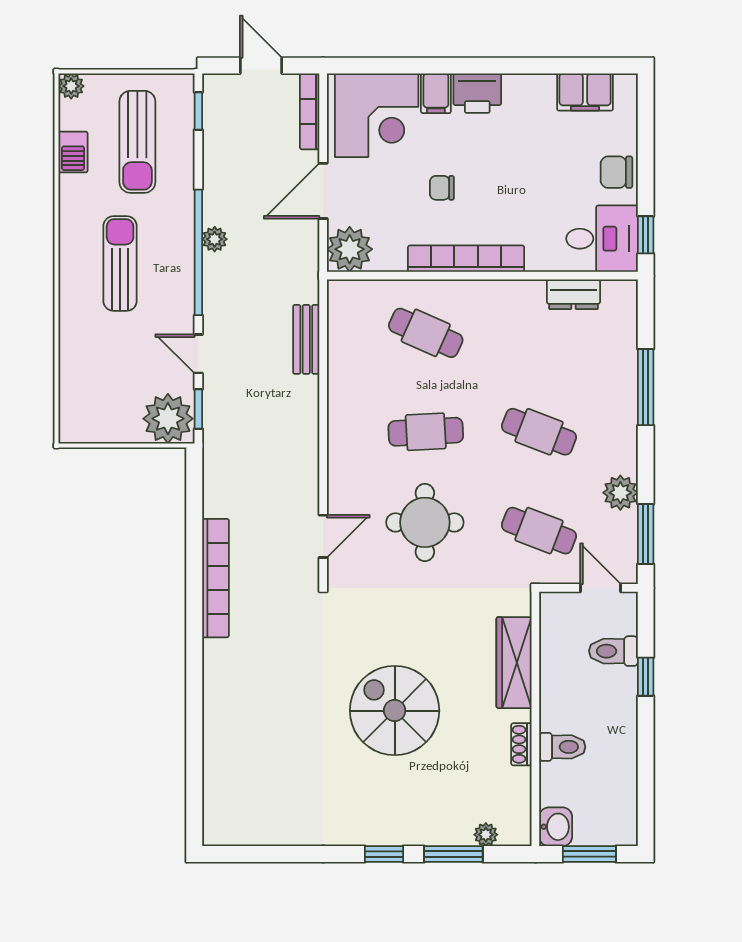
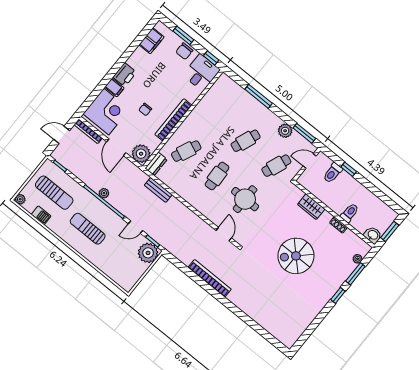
window: (646, 145) -> (183, 35), added
dresser: (574, 294) -> (156, 164), moved
wardrobe: (514, 663) -> (311, 207), width x0.67

